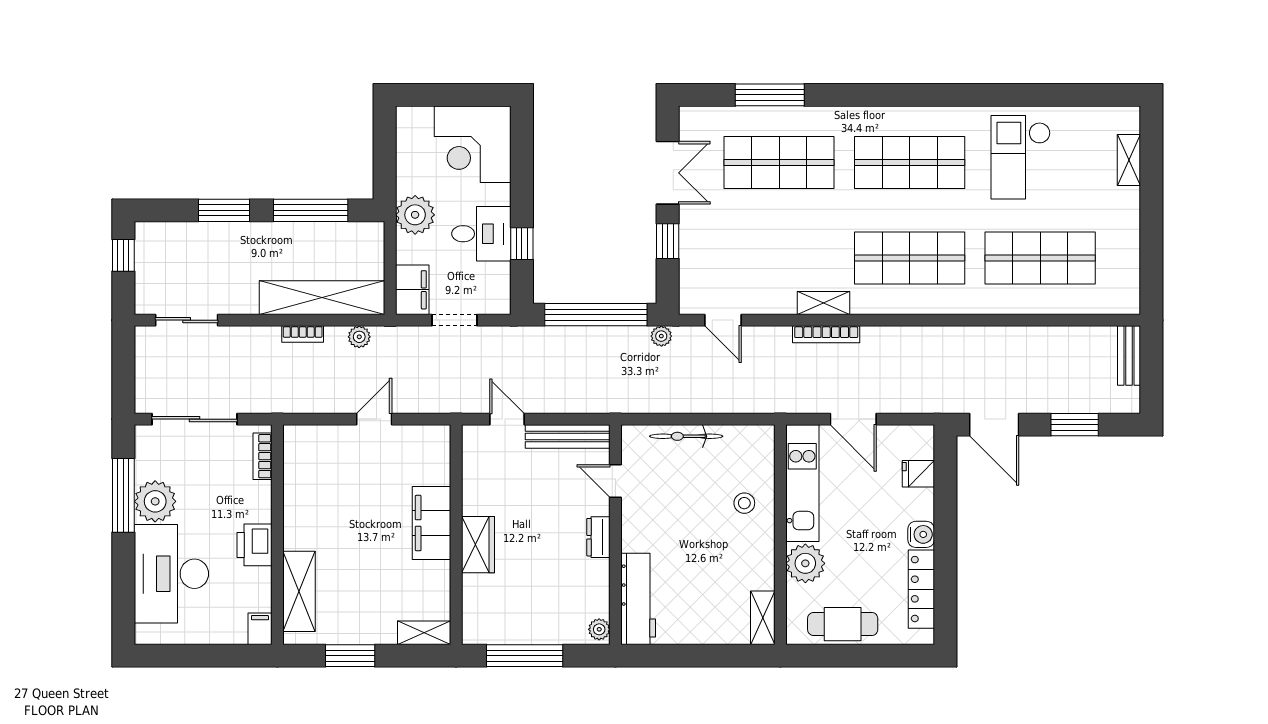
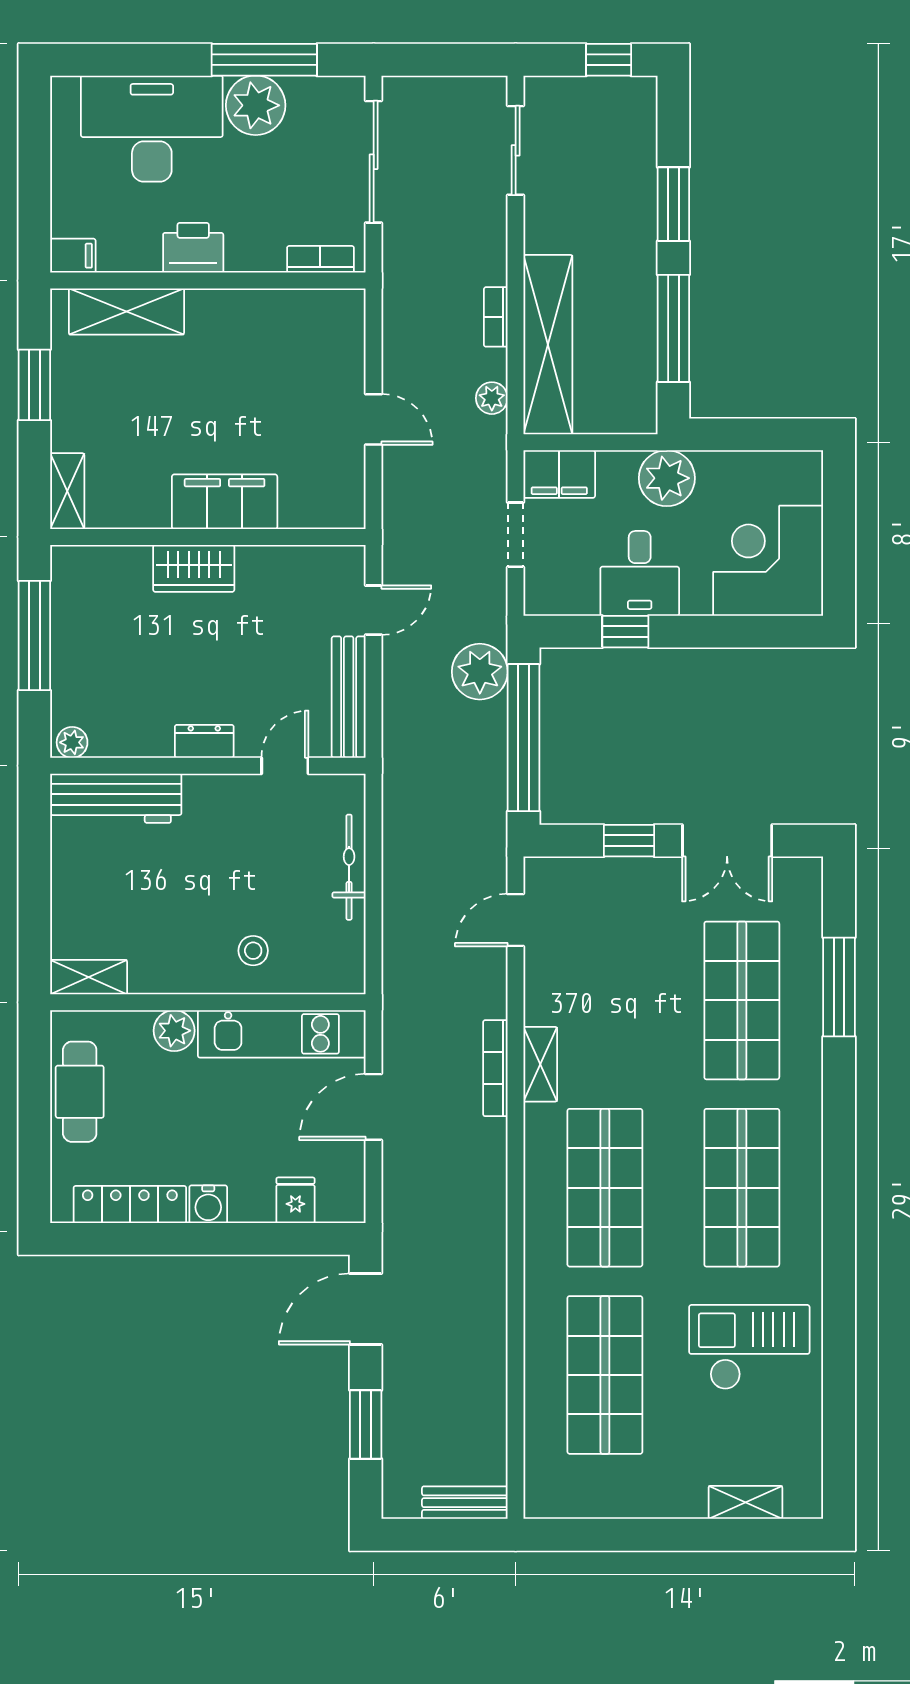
plant: (661, 336) -> (480, 672), moved, width x1.87, depth x1.87
plant: (805, 563) -> (174, 1031), width x0.73, depth x0.73

